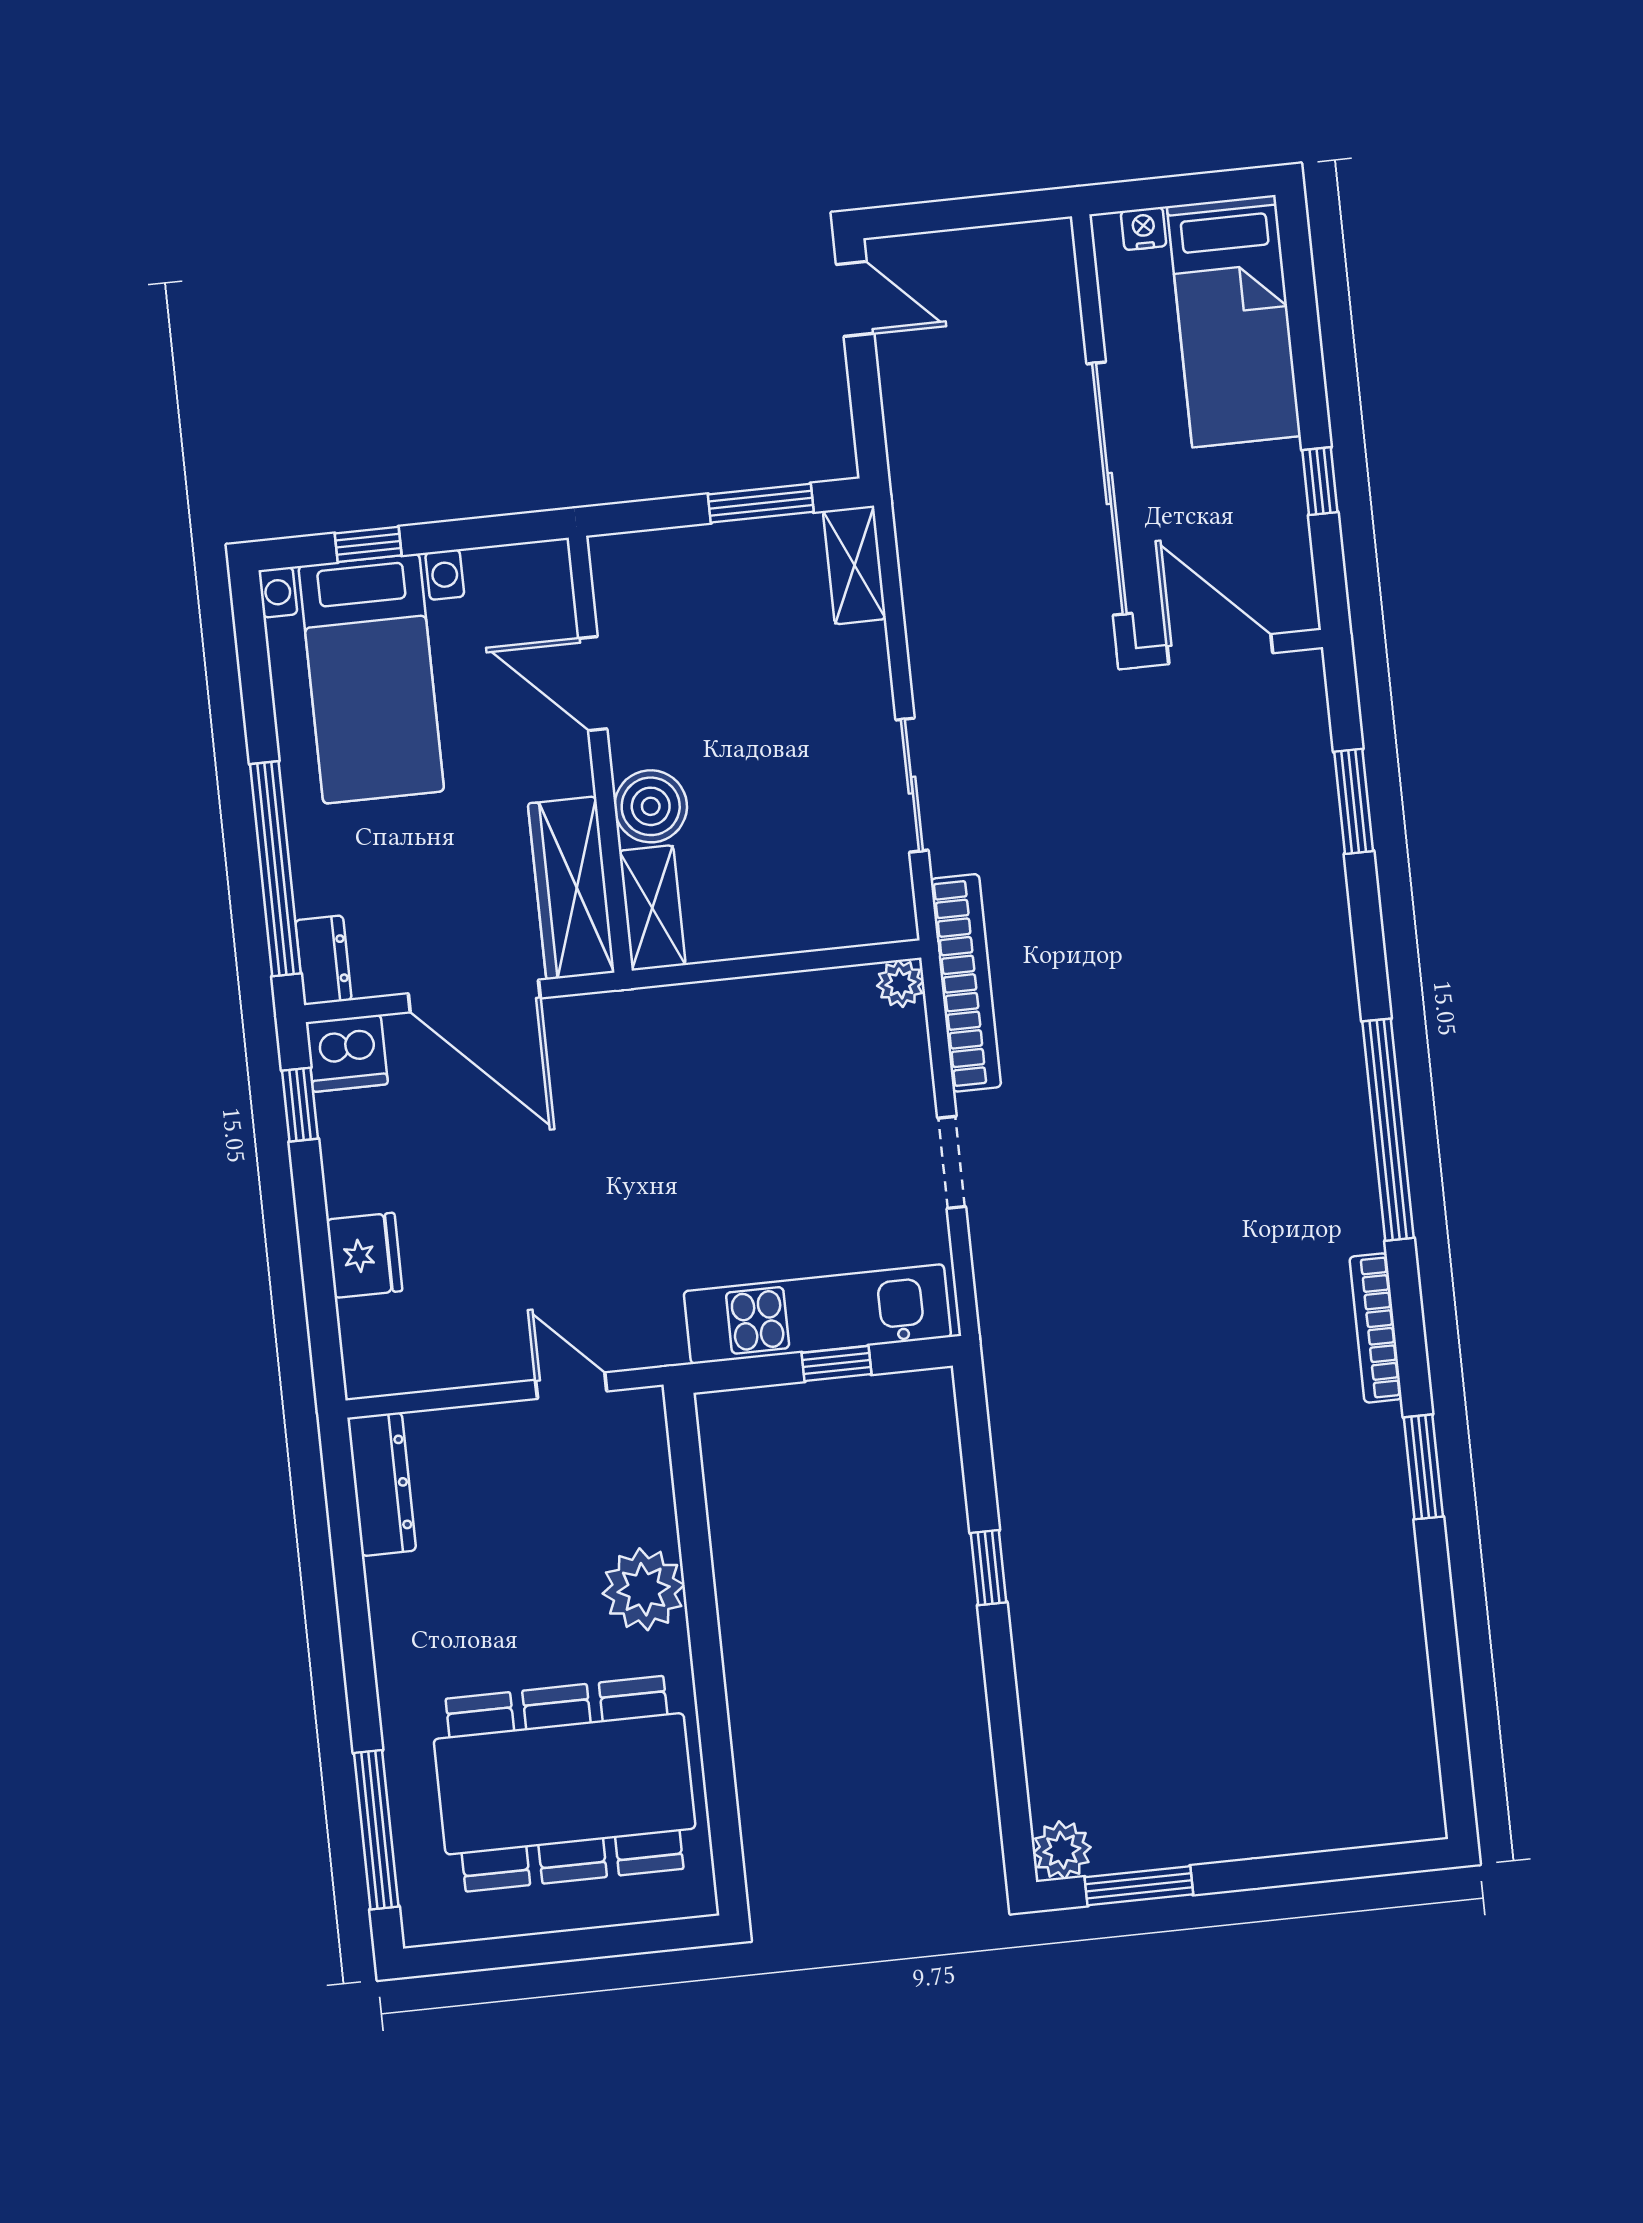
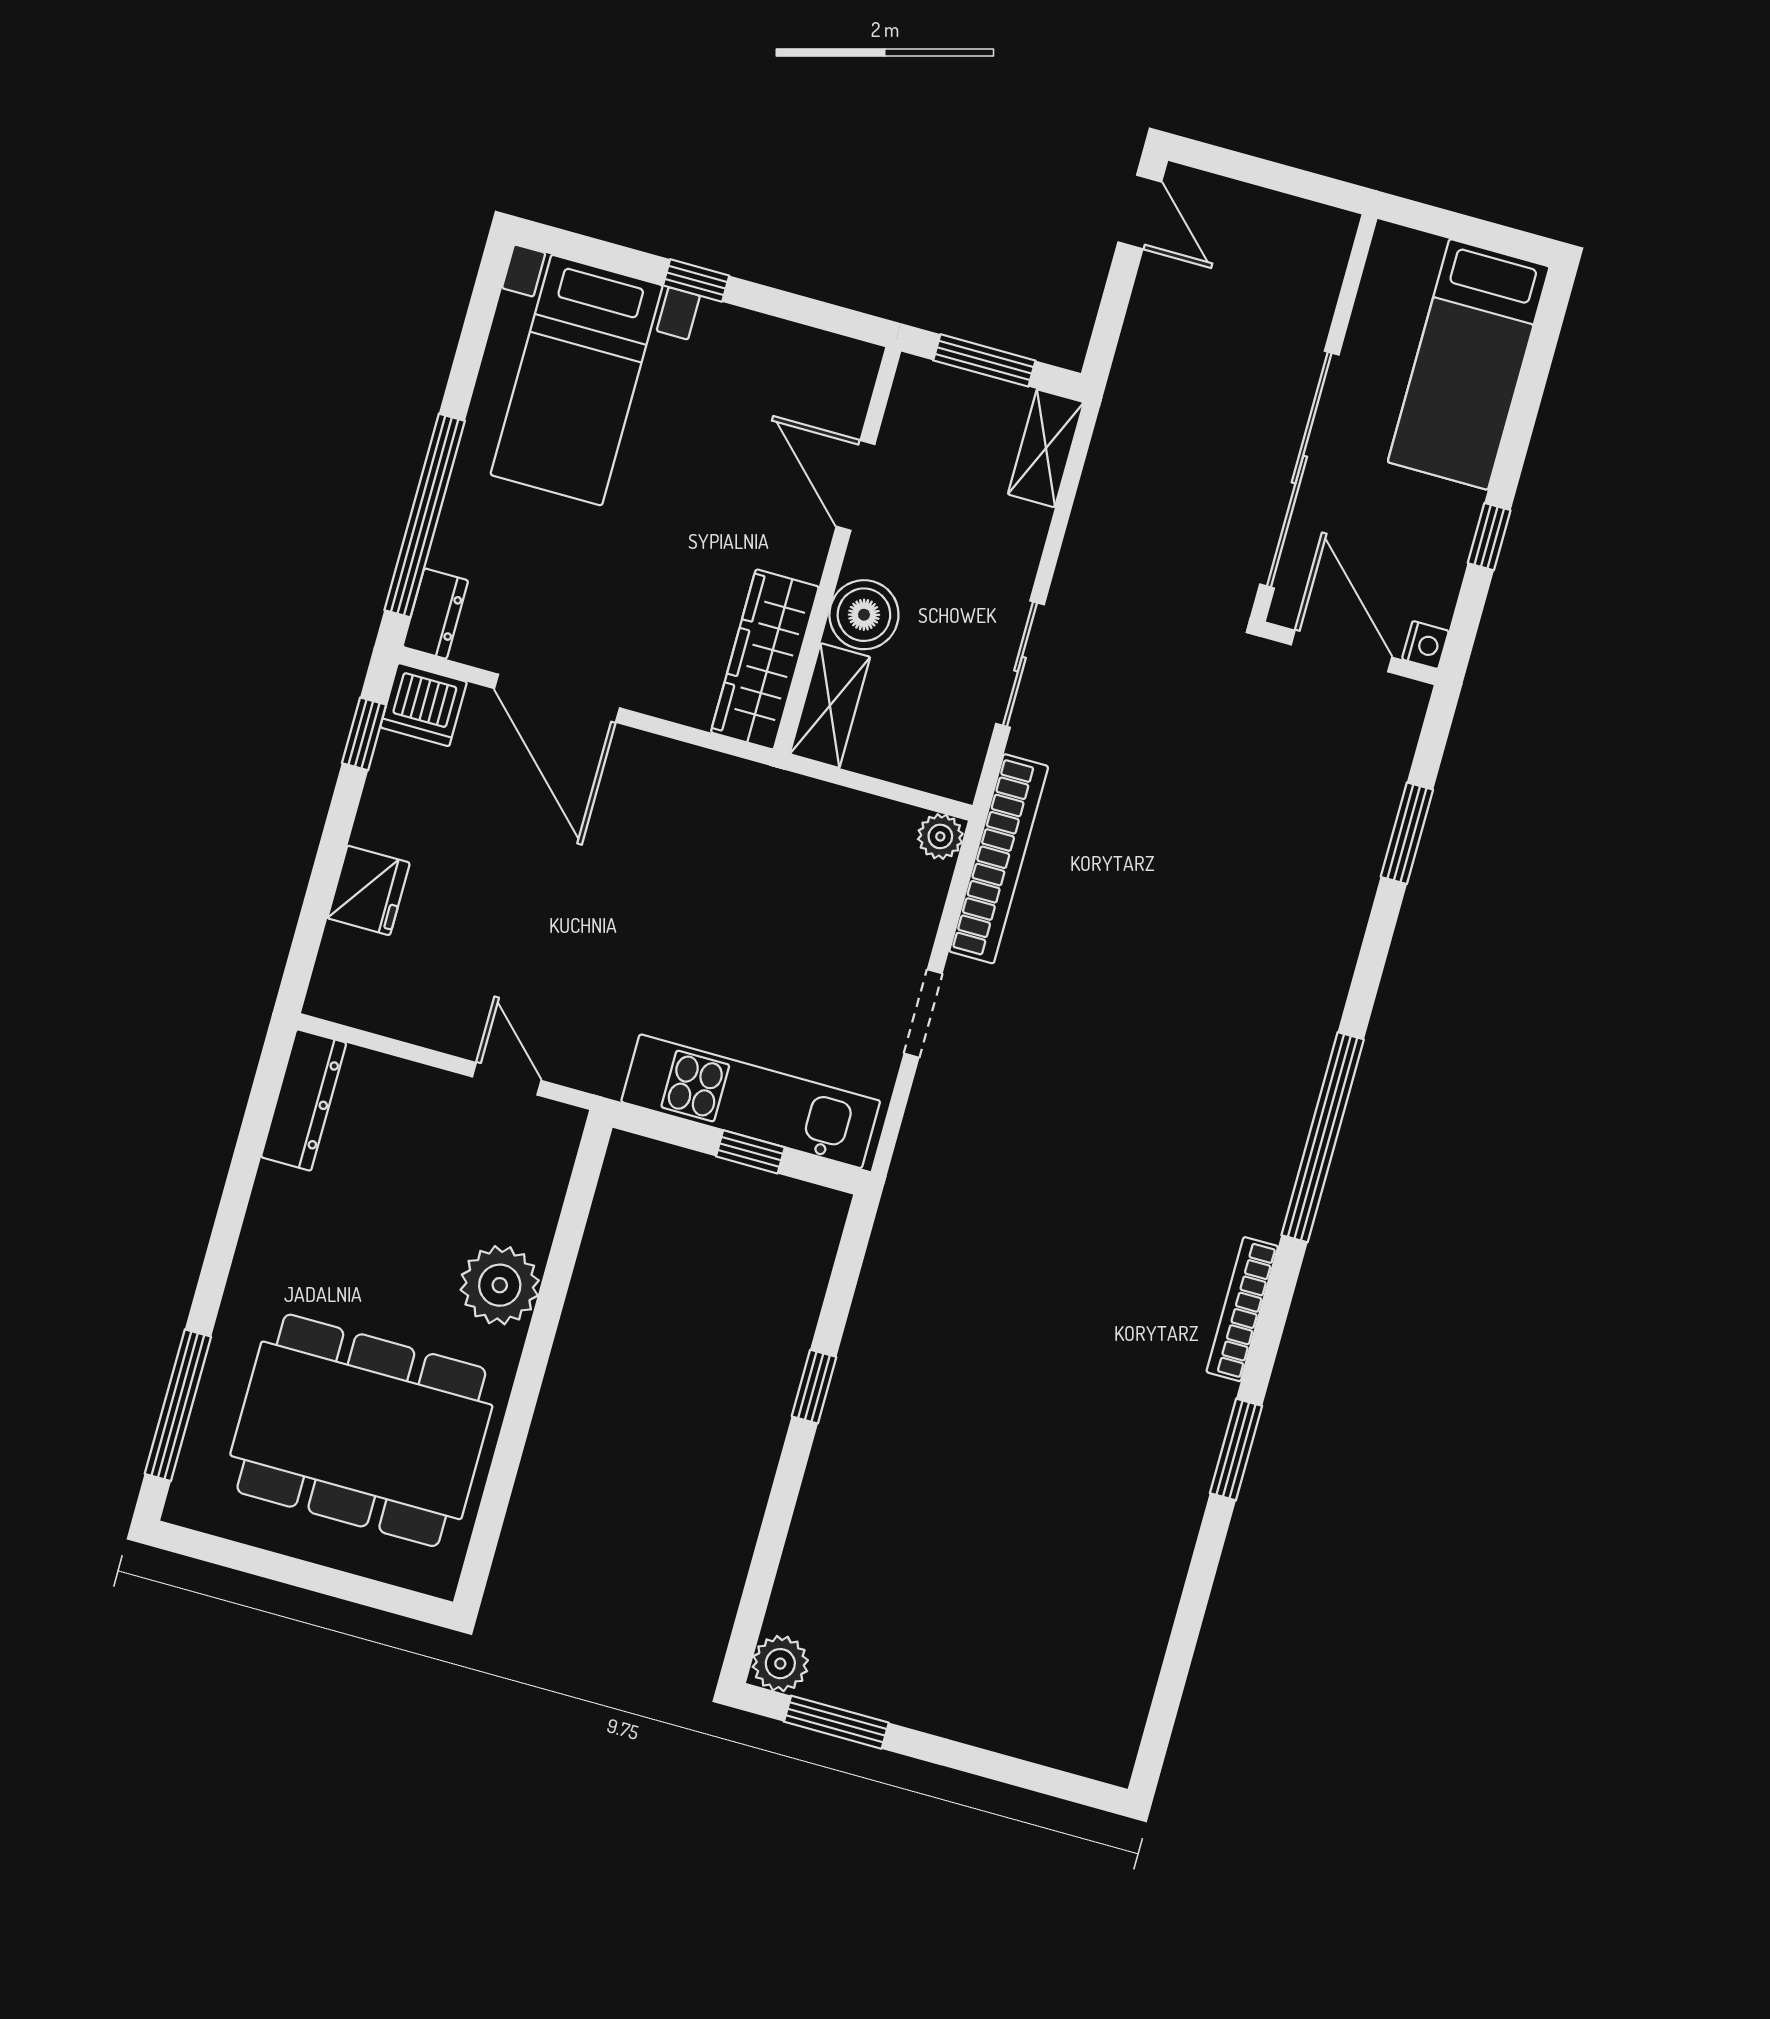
nightstand: (1144, 229) -> (1425, 645), moved, turned 90
window: (368, 544) -> (696, 280), moved
door: (593, 684) -> (856, 485), moved
wall: (600, 754) -> (837, 551), moved
boiler: (651, 806) -> (864, 615), moved
wardrobe: (571, 888) -> (765, 659), moved
shelving: (652, 908) -> (830, 706), moved

